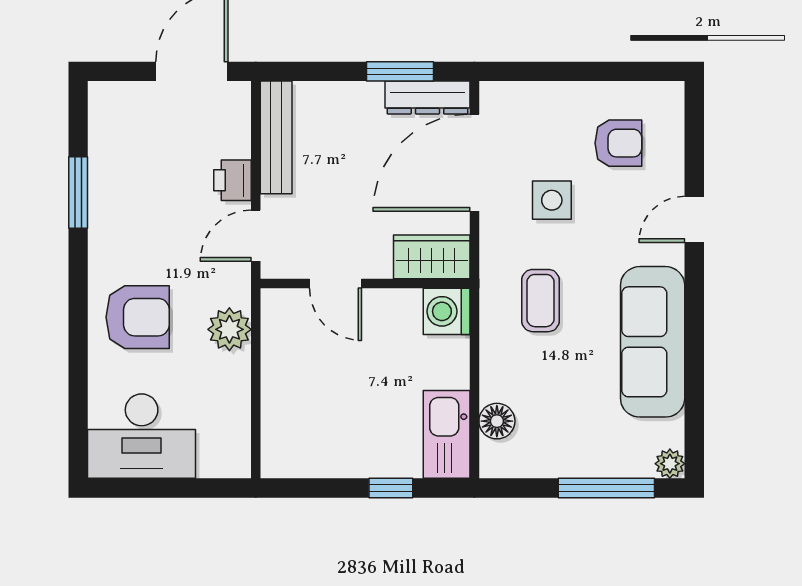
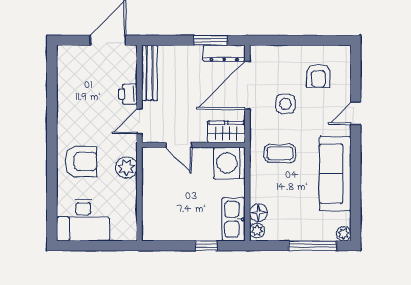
armchair: (618, 143) -> (318, 76), turned 90
window: (78, 193) -> (52, 100), removed
coffee table: (540, 301) -> (280, 153), turned 90
washing machine: (447, 311) -> (229, 163), width x1.37, depth x1.37
plant: (494, 457) -> (257, 231), added

